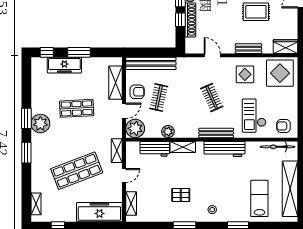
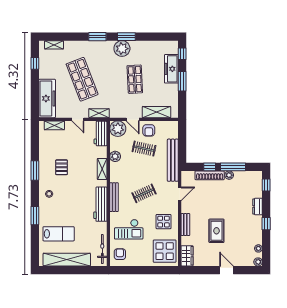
bench: (151, 63) -> (173, 160), moved
checkout: (254, 116) -> (129, 229), turned 180
workbench: (155, 149) -> (101, 134), moved

